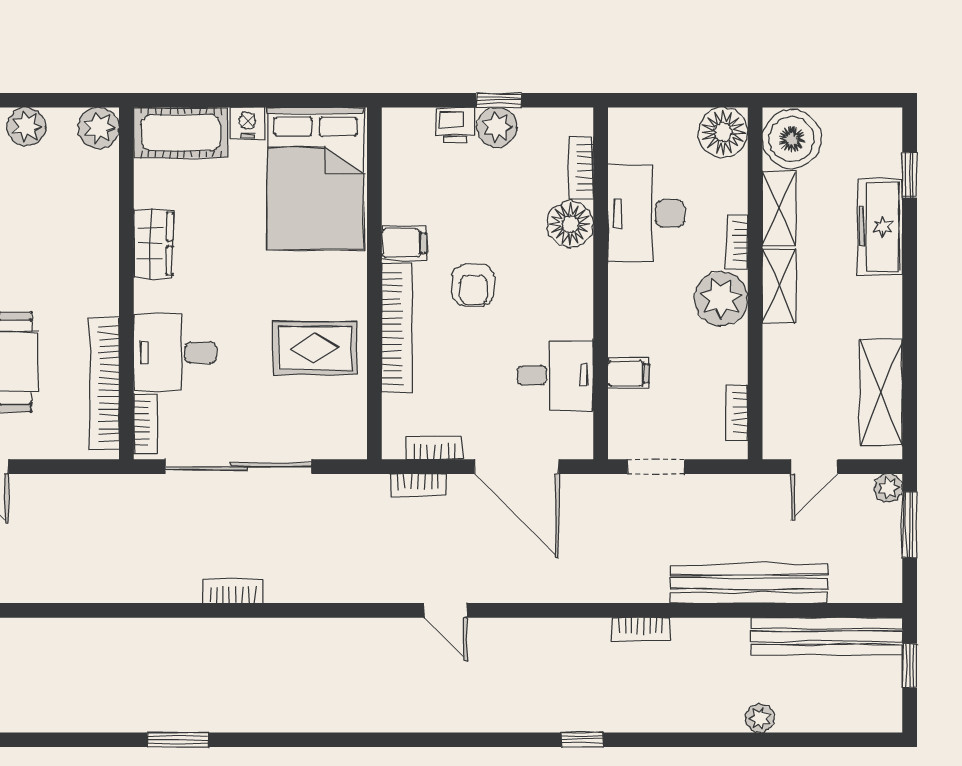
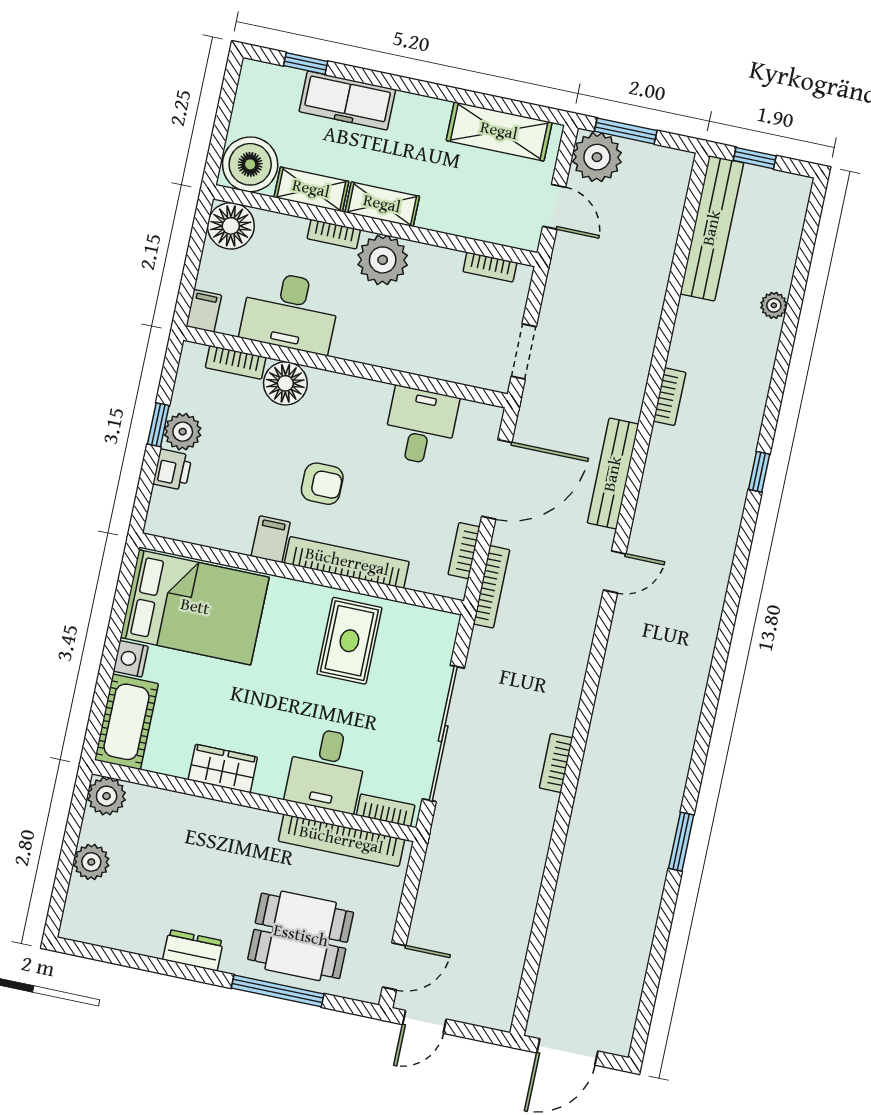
filing cabinet: (628, 373) -> (204, 311), moved
bookcase: (418, 485) -> (491, 587), width x1.56
plant: (888, 488) -> (597, 157), width x1.88, depth x1.88
bench: (749, 584) -> (613, 474), moved, width x0.73, depth x0.82

